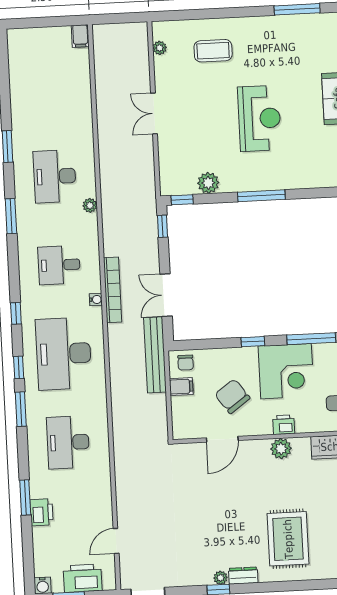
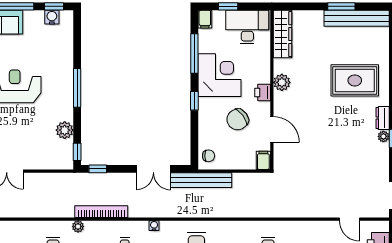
bookcase: (113, 290) -> (101, 212), moved
filing cabinet: (181, 387) -> (263, 160), moved
printer: (284, 425) -> (263, 93), moved

